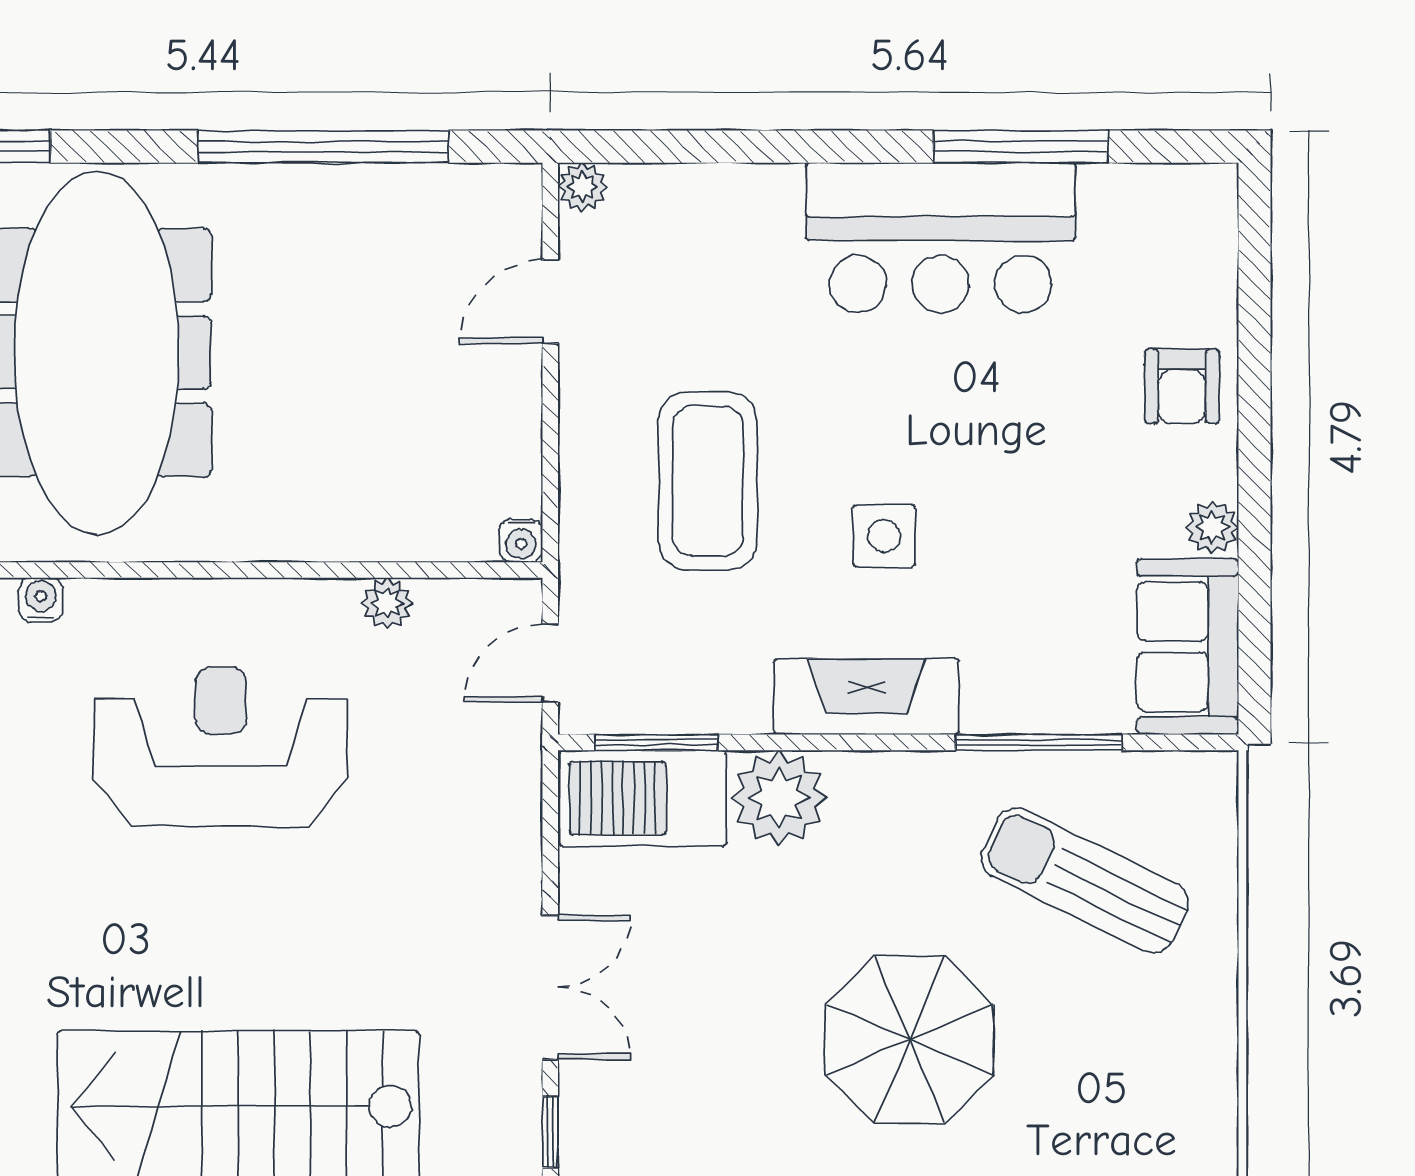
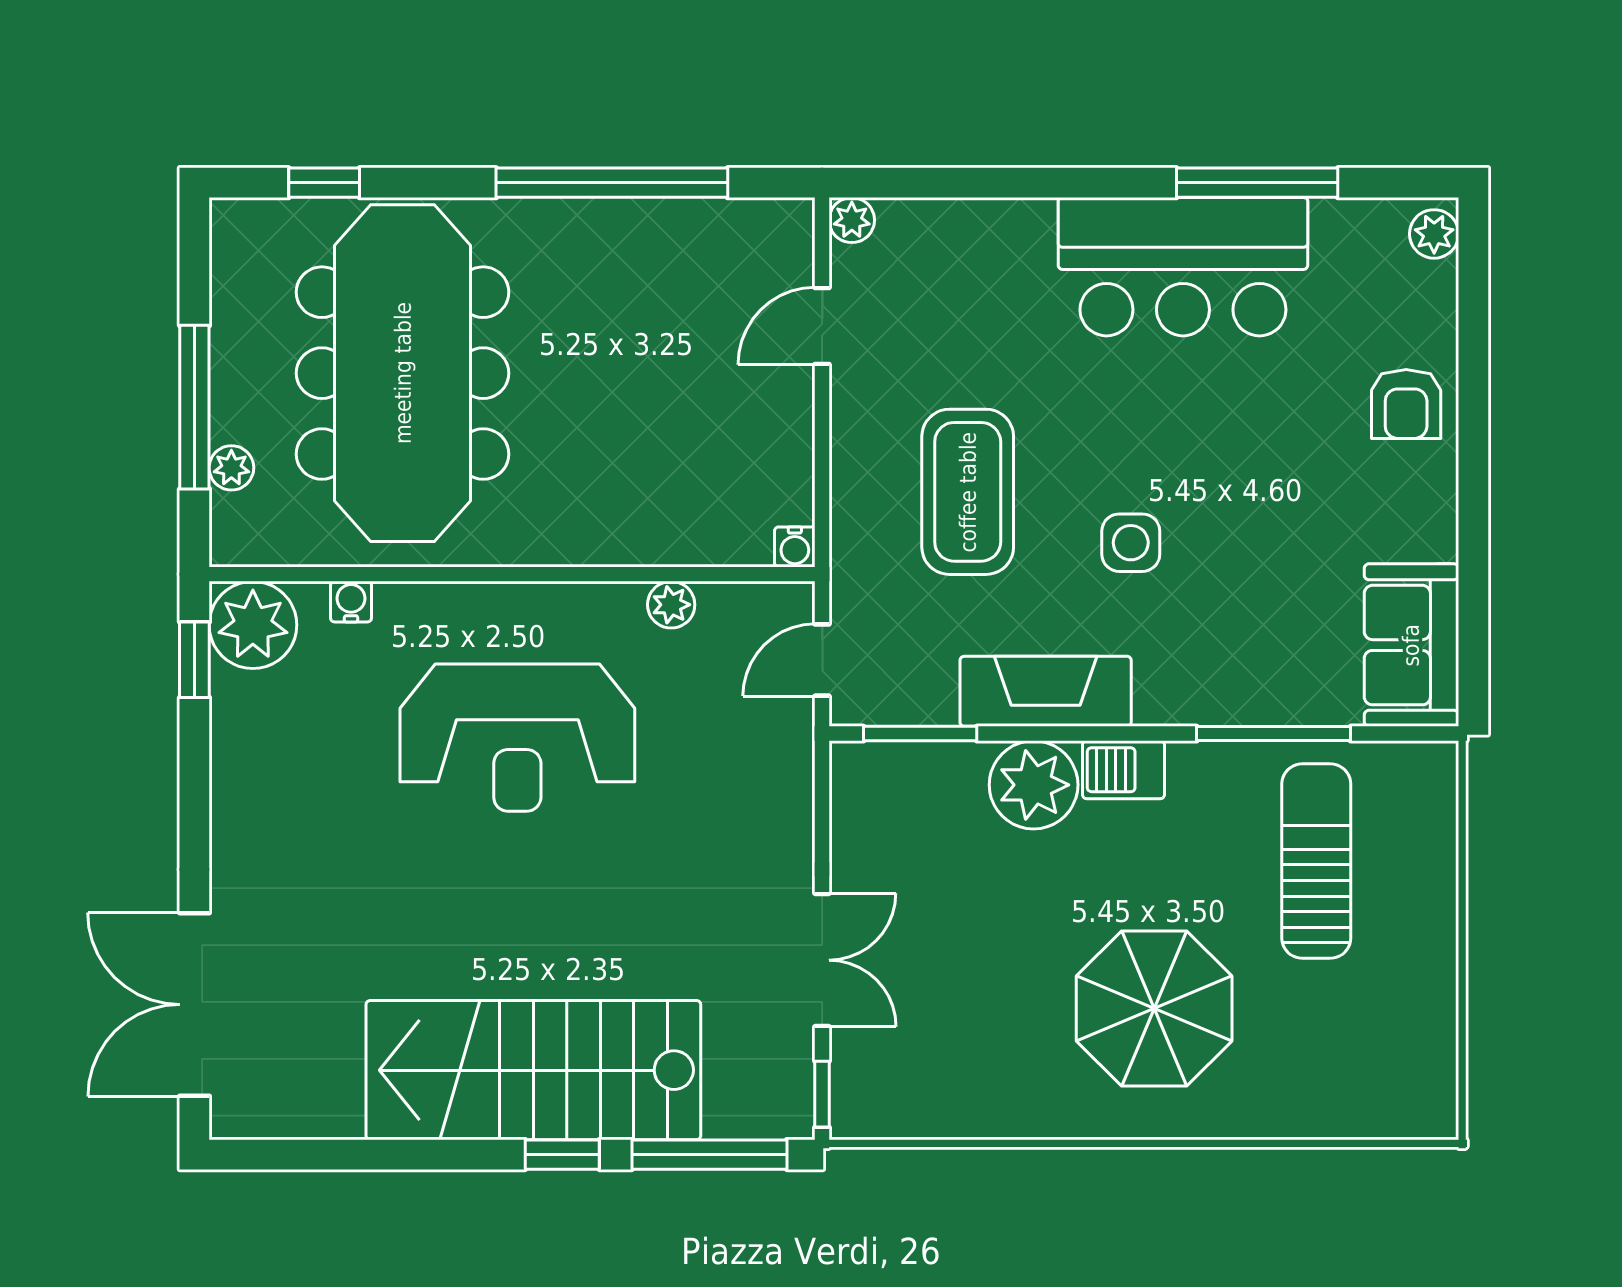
plant: (1212, 527) -> (1434, 234), moved
fireplace: (866, 697) -> (1046, 691), moved
reception desk: (221, 747) -> (517, 738), turned 180
barbecue: (643, 798) -> (1123, 770), moved, width x0.53, depth x0.65
sun lounger: (1085, 880) -> (1316, 861), turned 64

